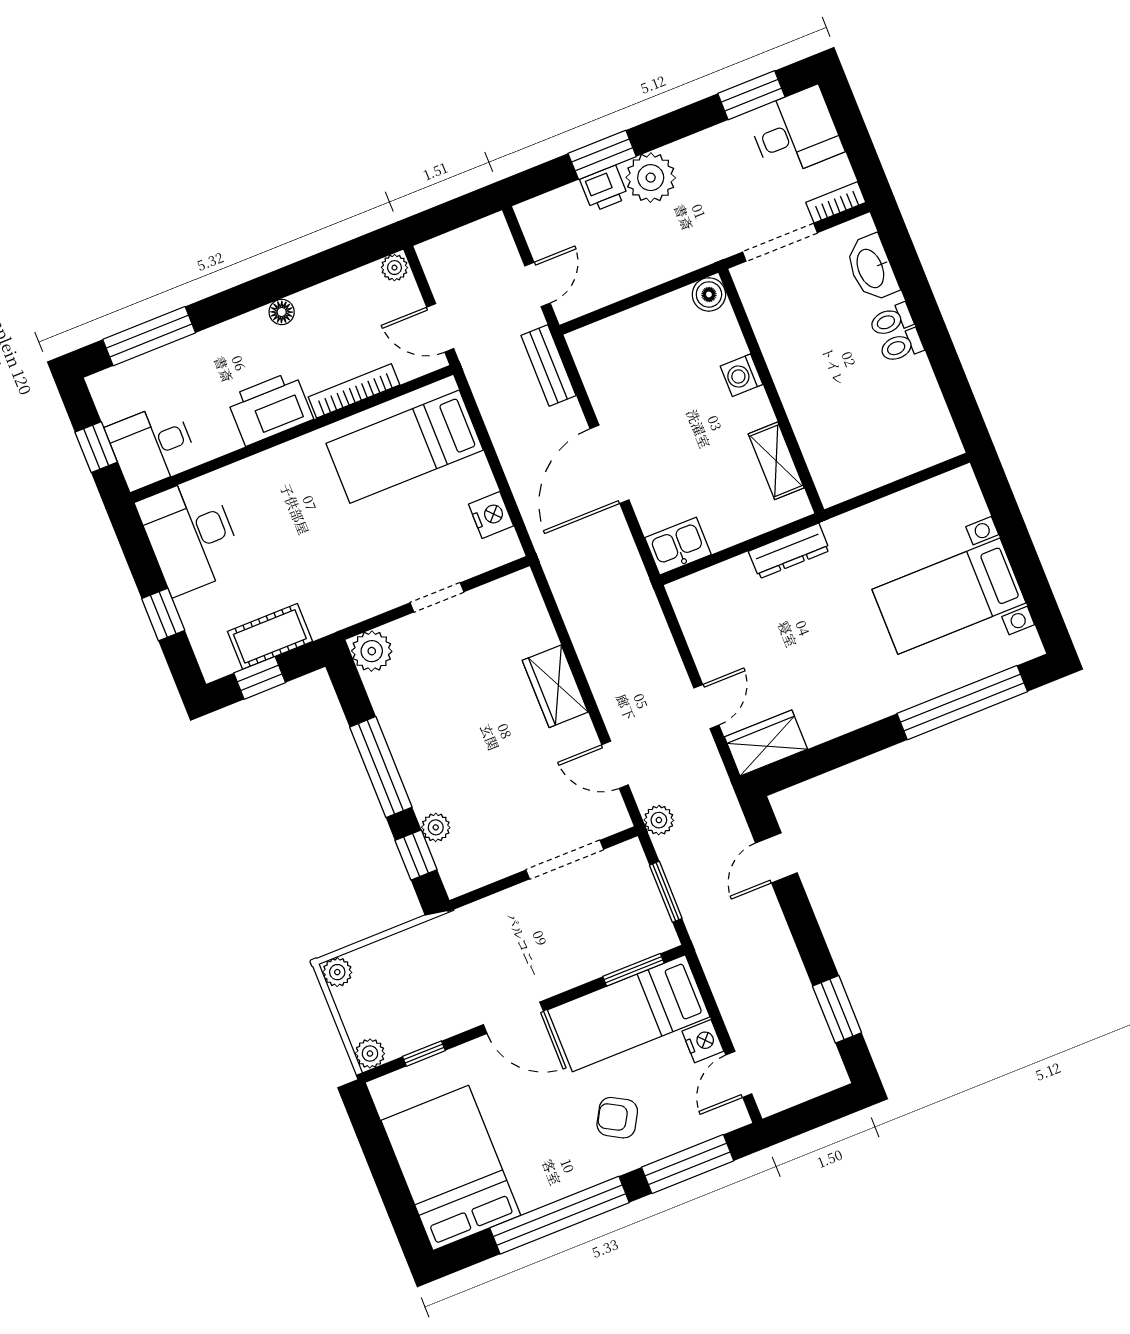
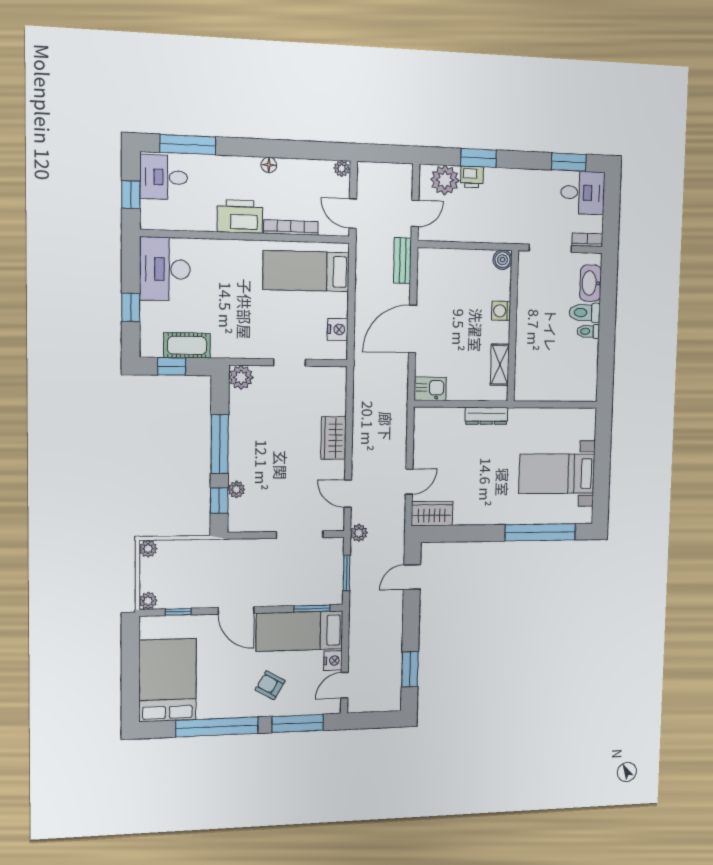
plant: (651, 178) -> (445, 180), moved
toilet: (891, 320) -> (585, 313), width x1.37, depth x1.39
desk: (152, 446) -> (164, 177), moved

